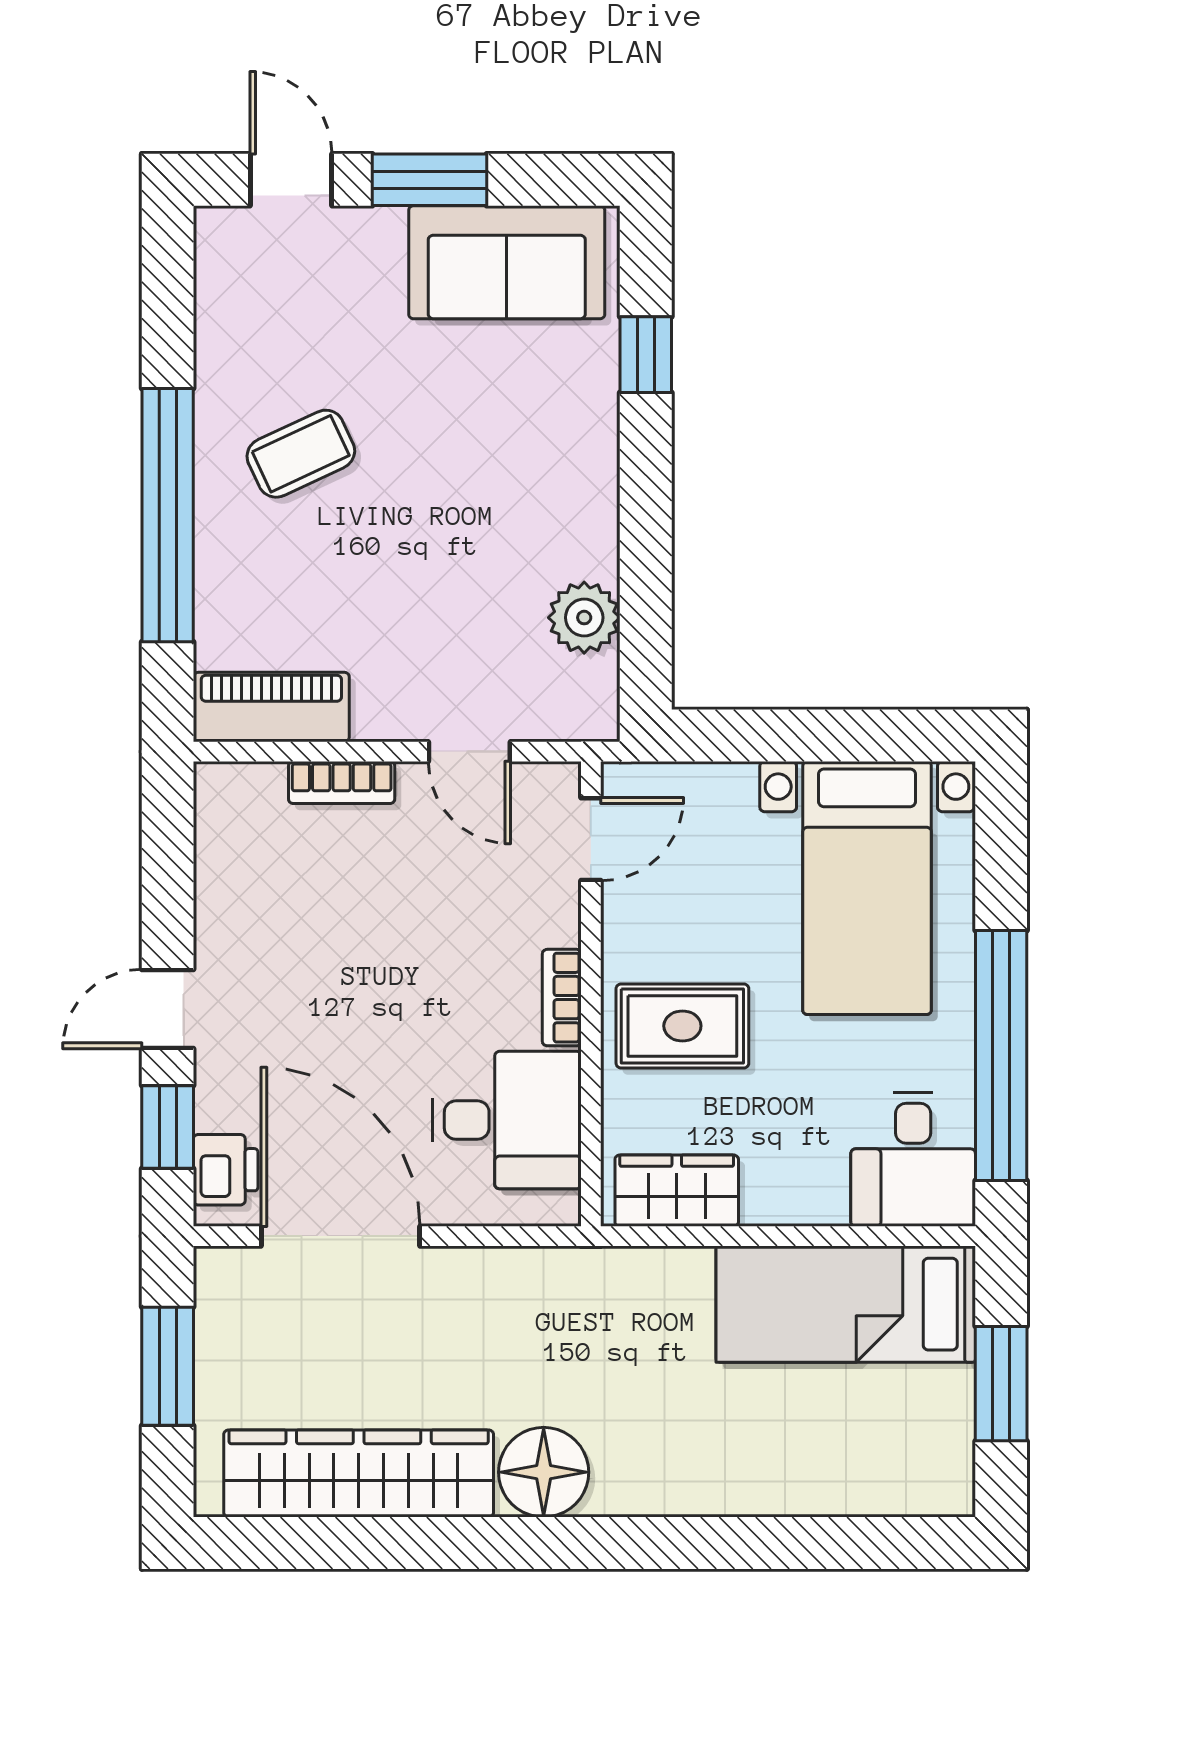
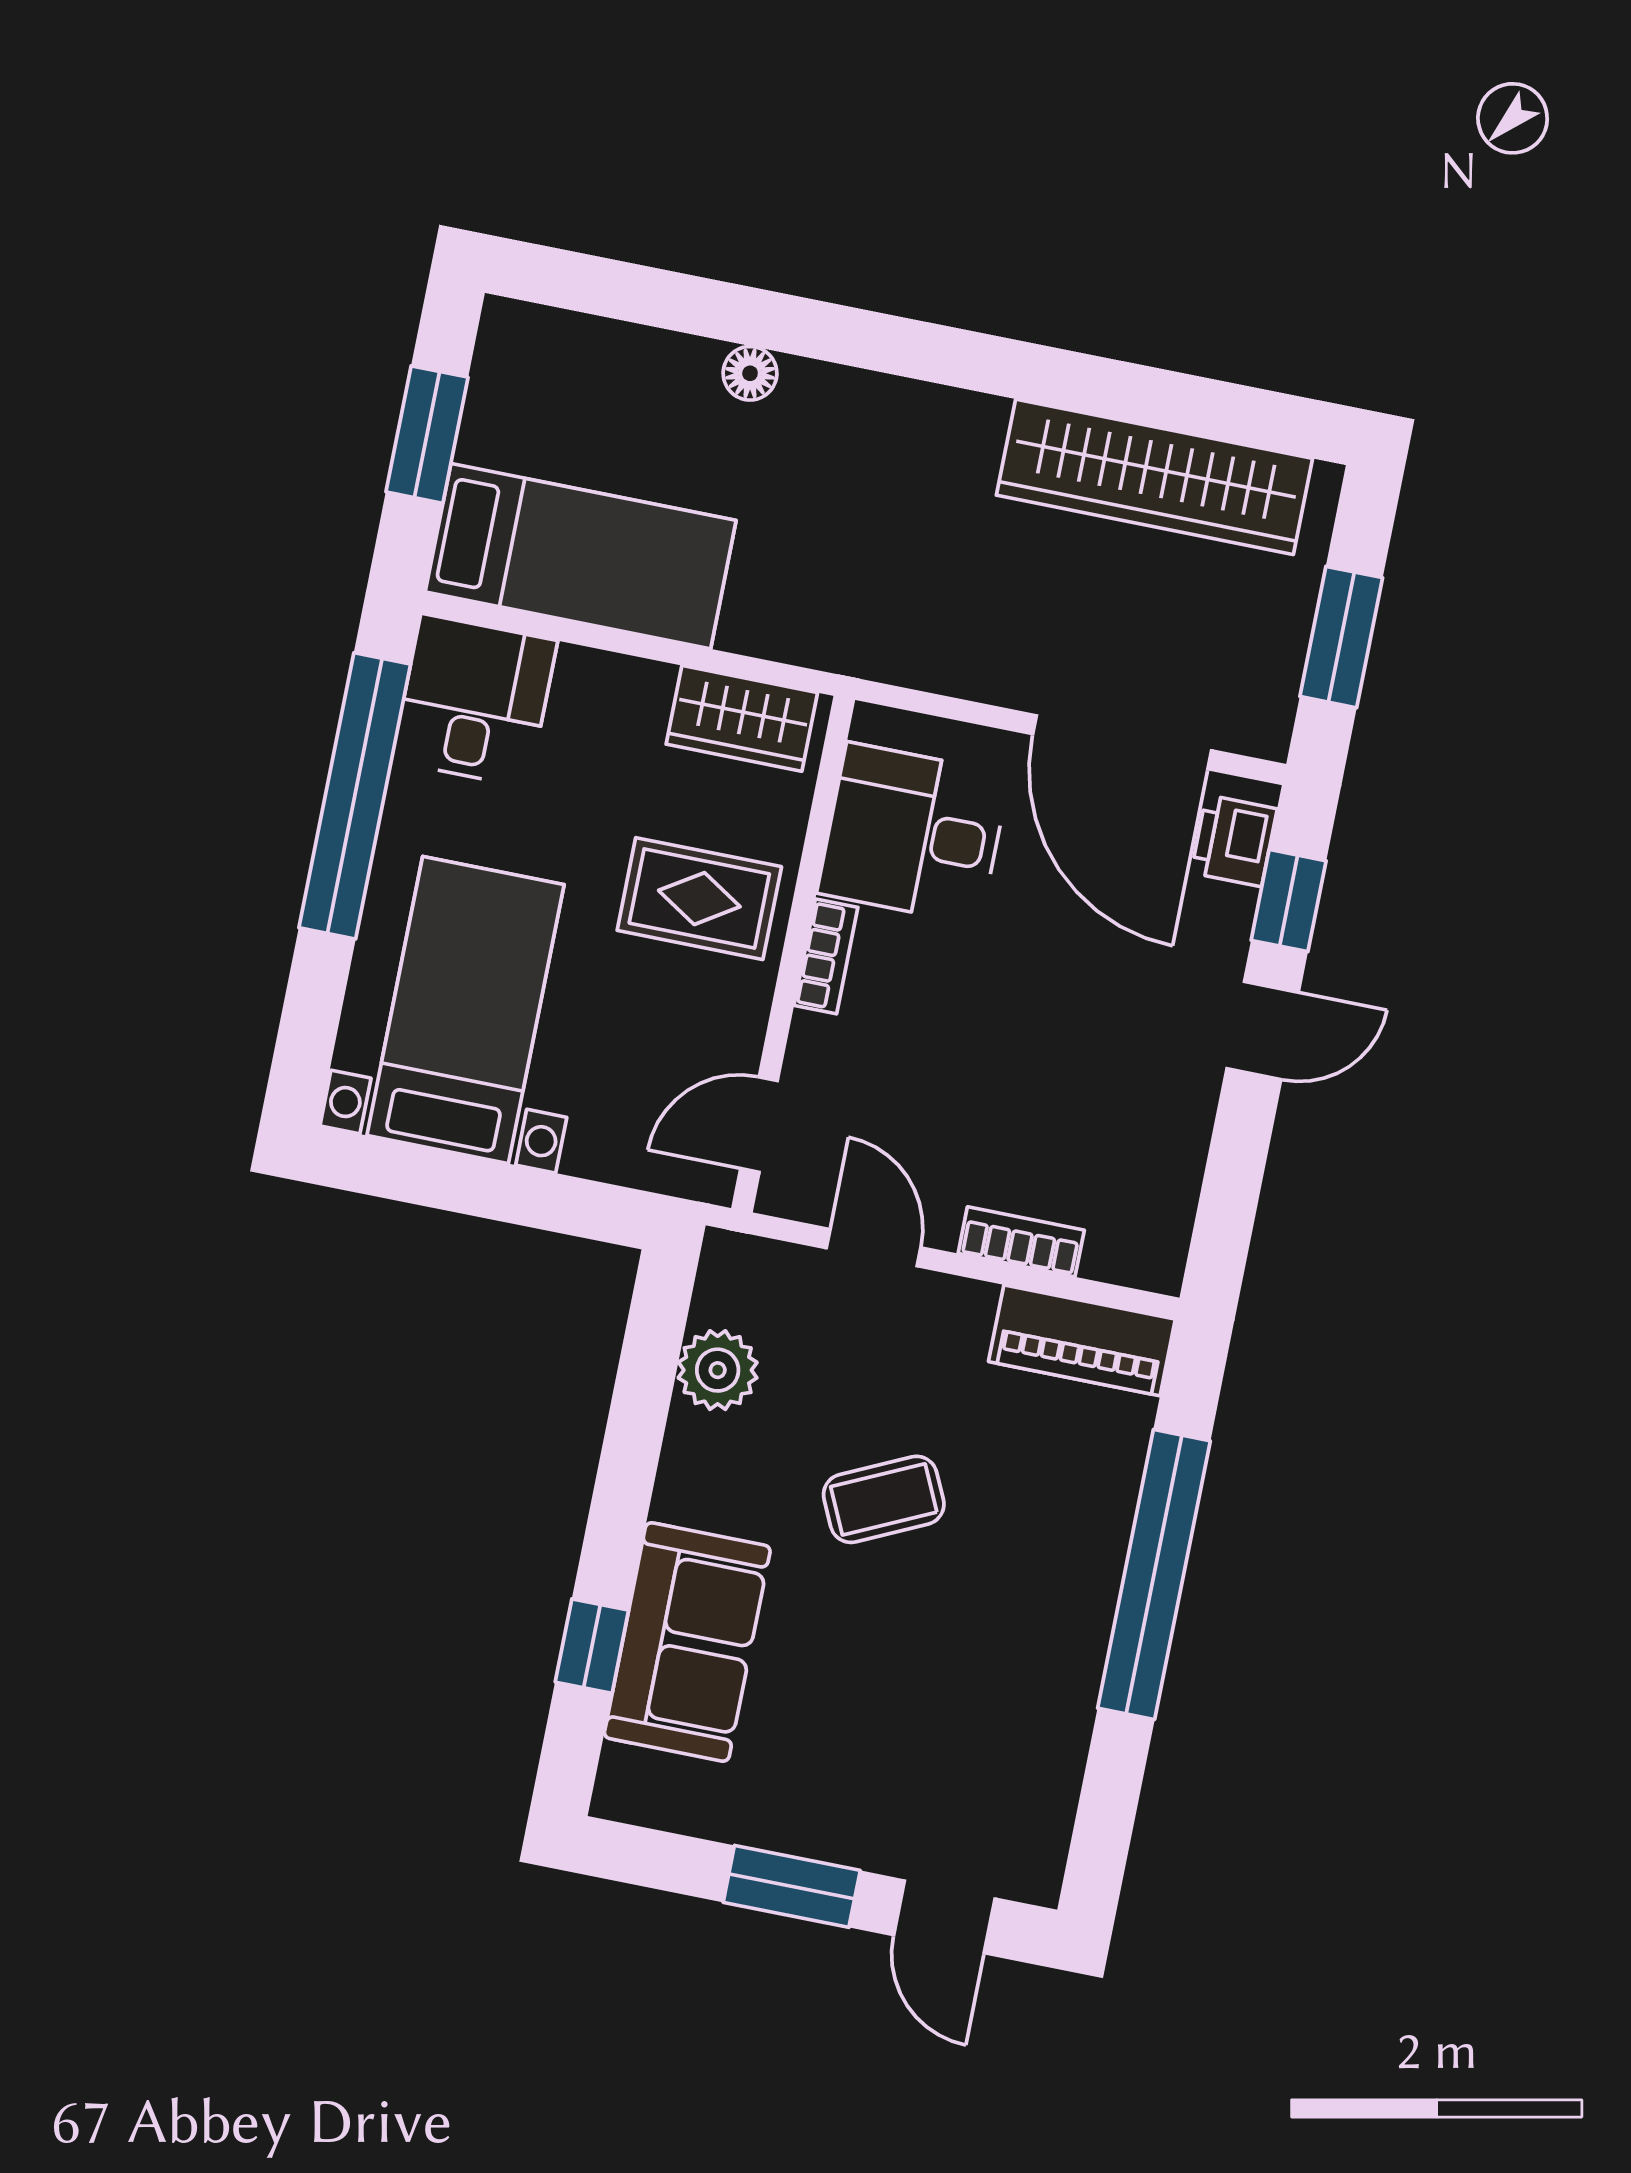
sofa: (507, 262) -> (687, 1642), moved, turned 90
coffee table: (301, 454) -> (884, 1499), moved
floor lamp: (544, 1472) -> (750, 373), moved, width x0.53, depth x0.53

